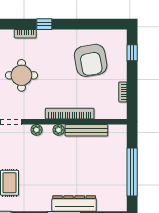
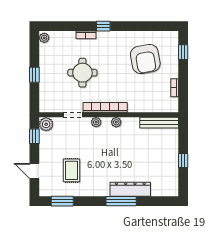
bookcase: (70, 114) -> (105, 107), moved
bench: (86, 130) -> (159, 123), moved
window: (132, 172) -> (183, 160), width x0.32

